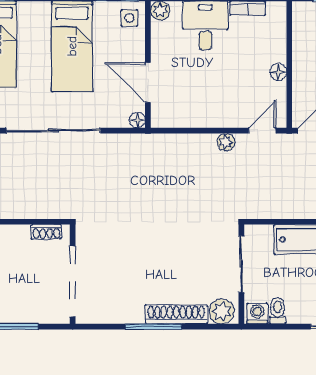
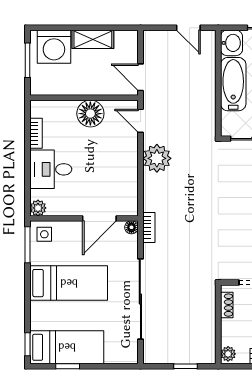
floor lamp: (278, 72) -> (90, 114), width x1.89, depth x1.89
bookcase: (137, 140) -> (149, 227), added
plant: (226, 142) -> (157, 158), width x1.87, depth x1.87

